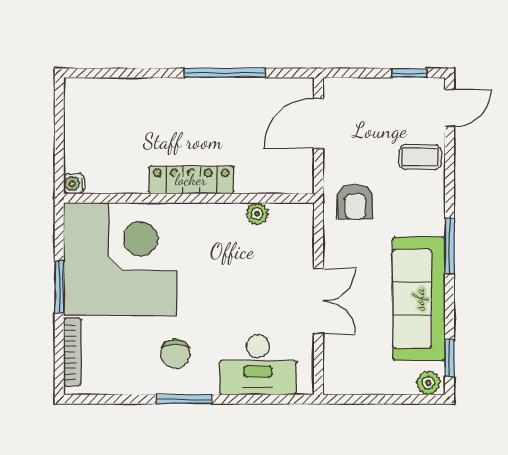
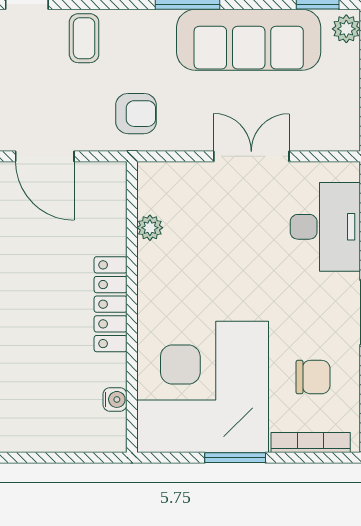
water cooler: (74, 184) -> (115, 399), moved, turned -90
chair: (175, 354) -> (313, 377), moved

